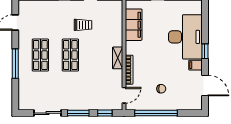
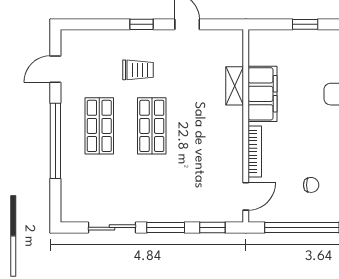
trolley: (83, 25) -> (138, 70), moved
filing cabinet: (134, 25) -> (263, 94), moved
shelving: (118, 58) -> (235, 86), moved
window: (15, 64) -> (55, 141), width x1.46

